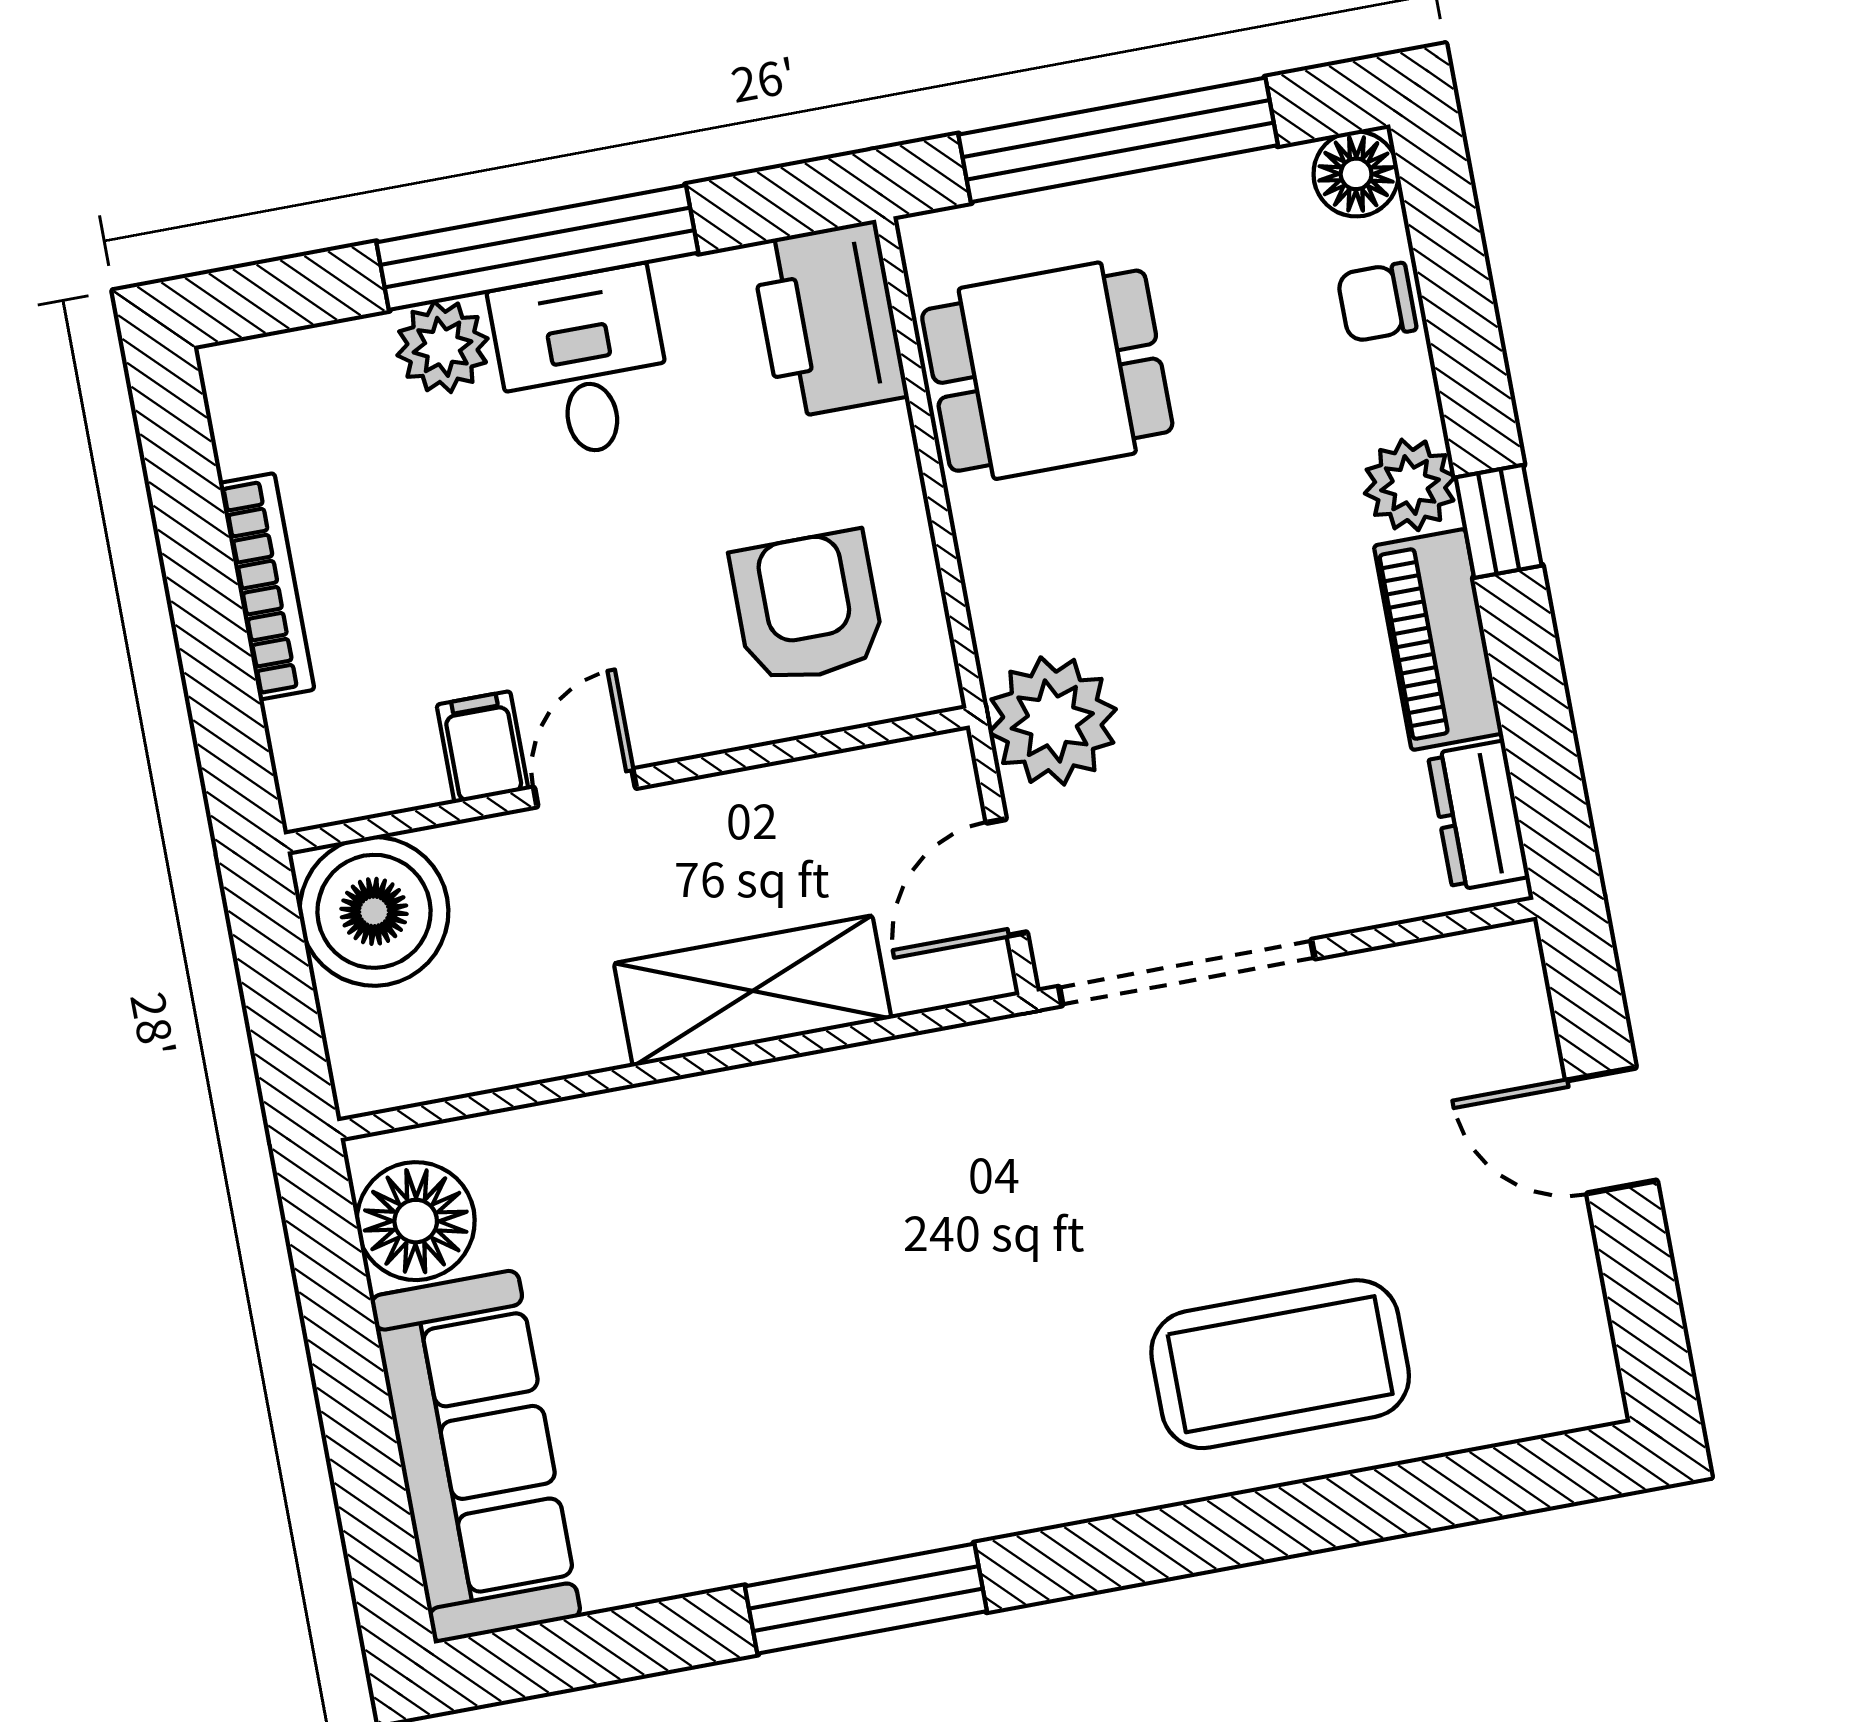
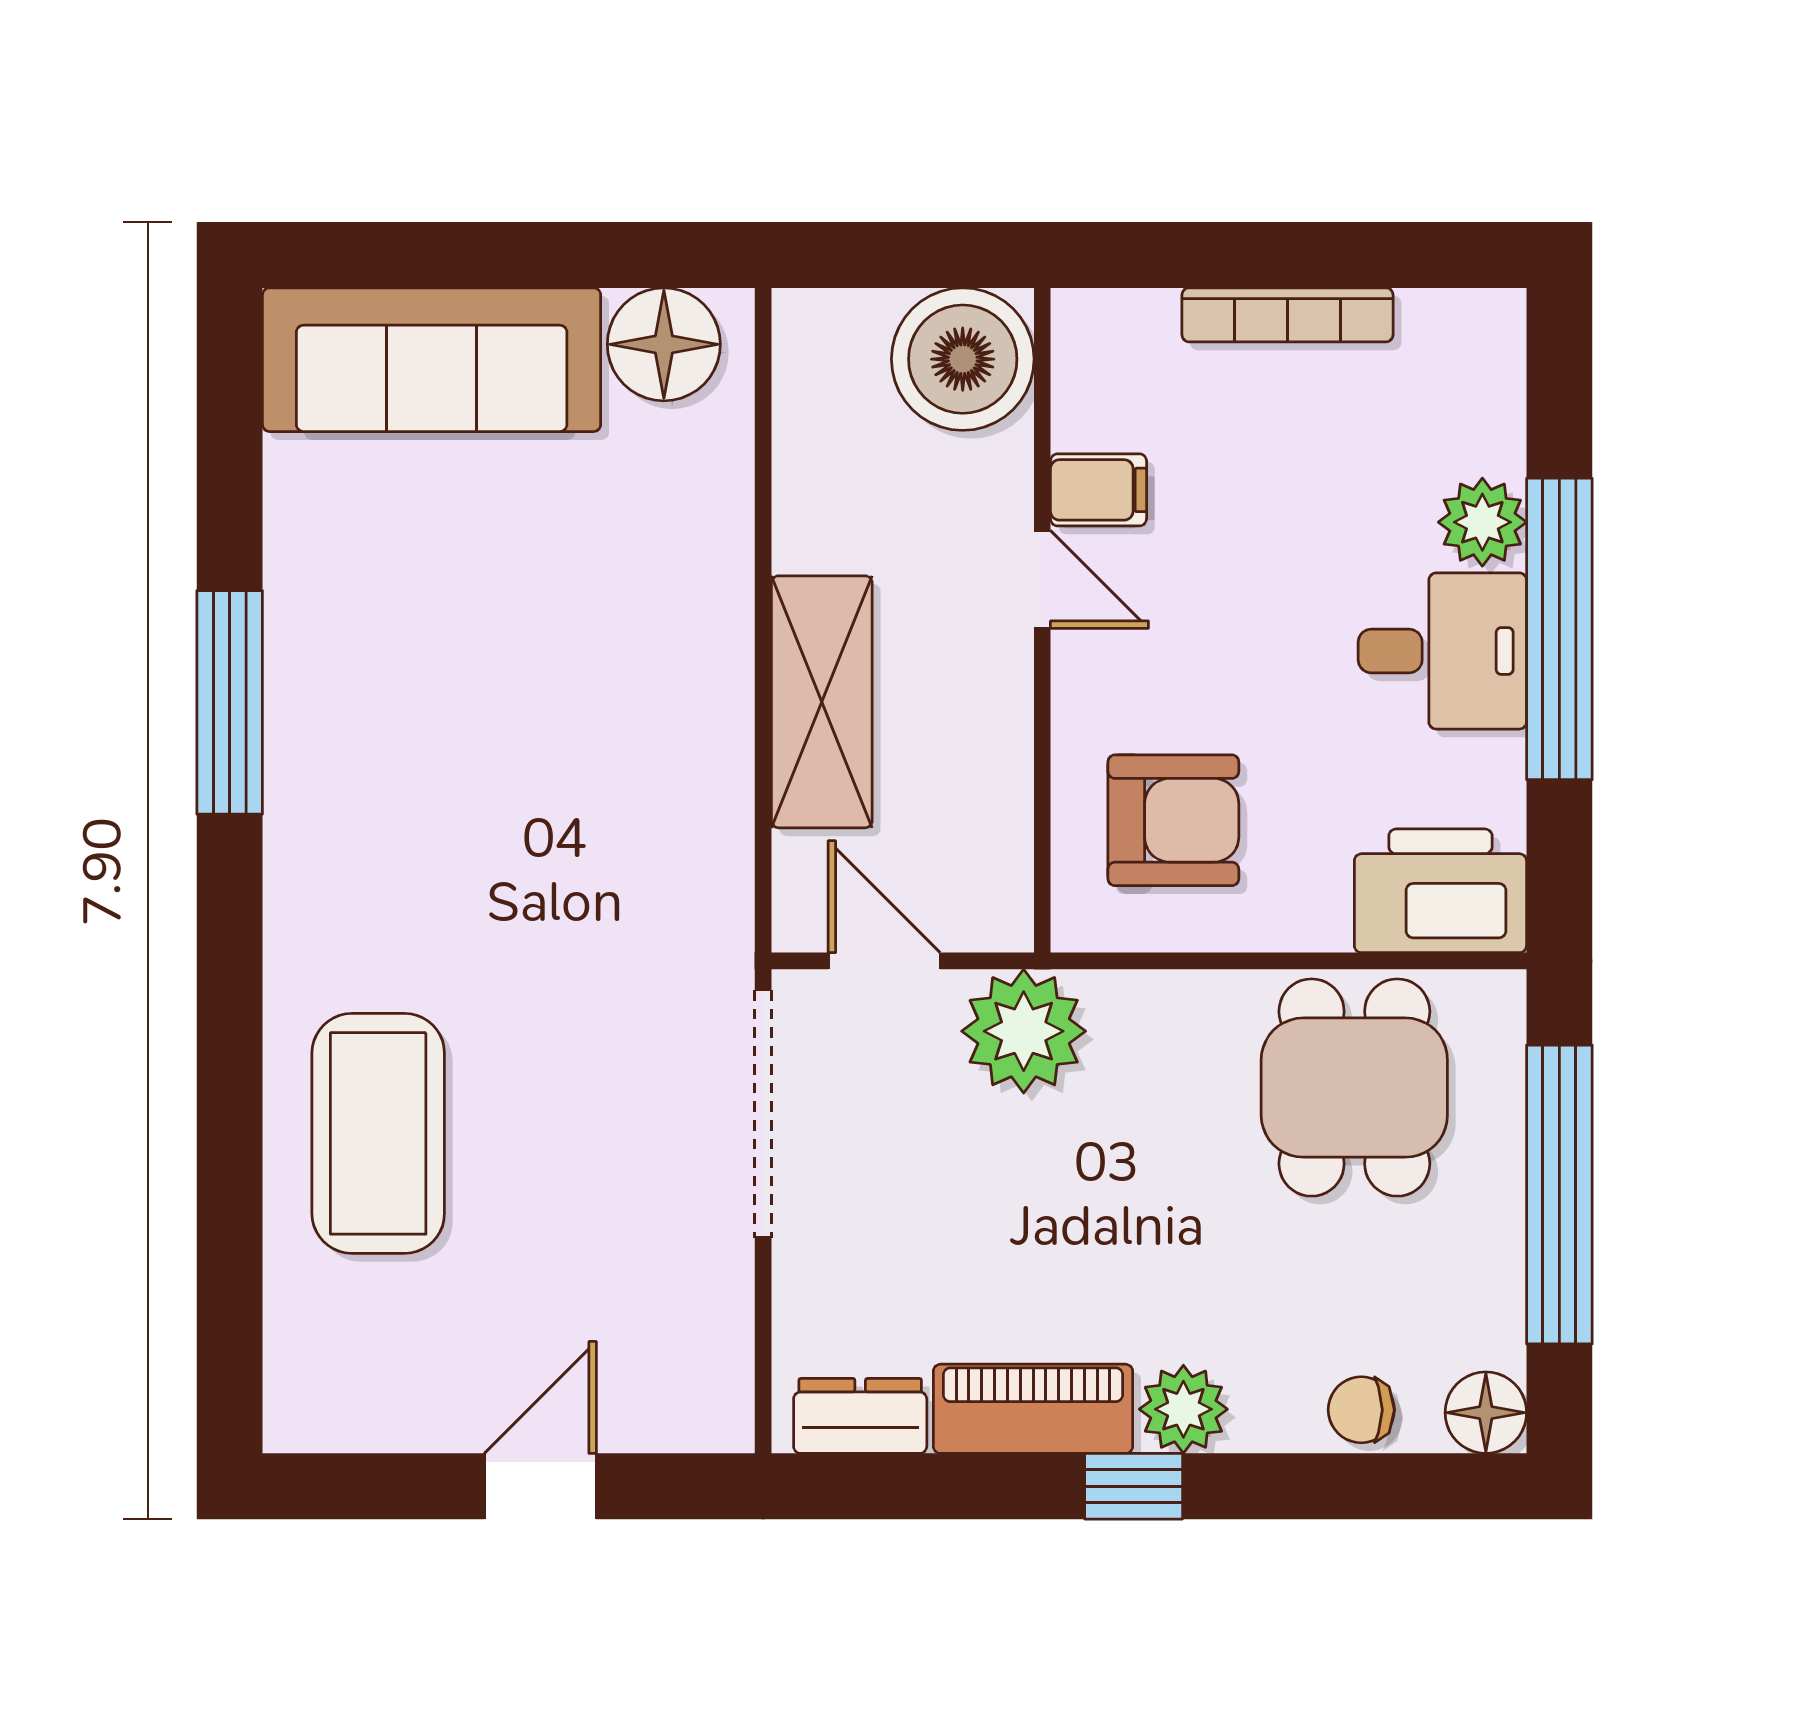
chair: (1377, 302) -> (1361, 1410), turned -90

